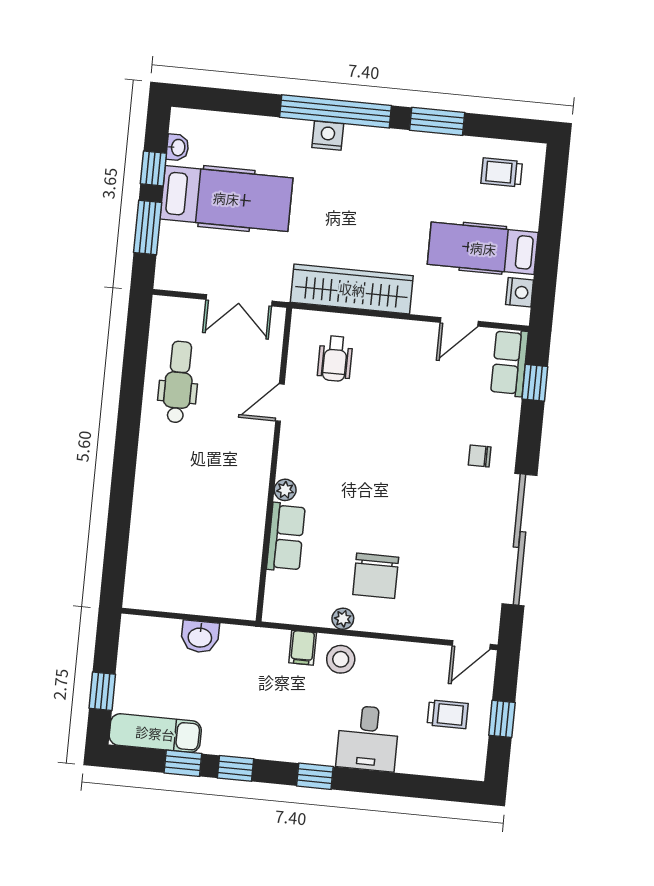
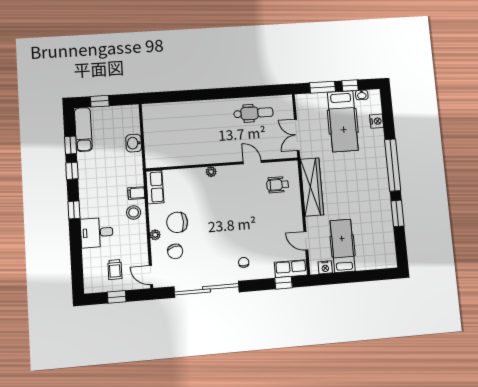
nightstand: (328, 136) -> (377, 121), moved
trolley: (502, 172) -> (380, 248), removed
row of seats: (286, 537) -> (155, 187), moved, turned -90
chair: (433, 589) -> (175, 251), added
plant: (343, 619) -> (155, 235), moved

